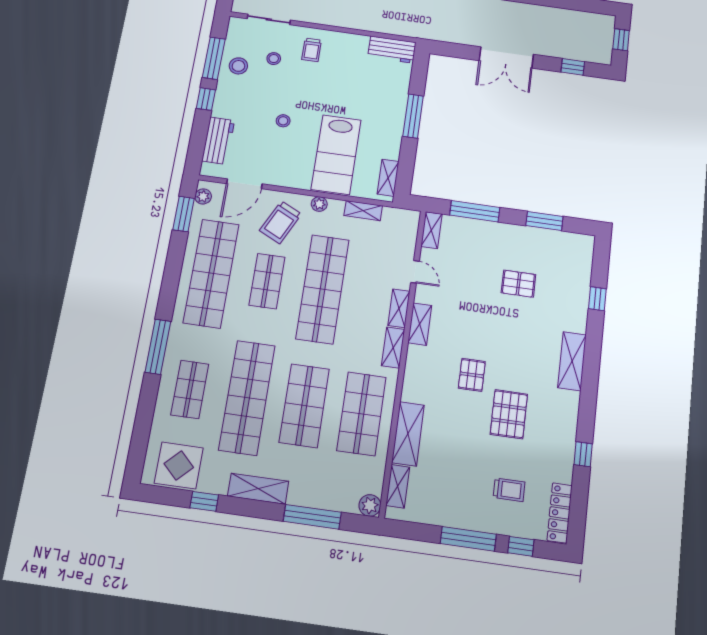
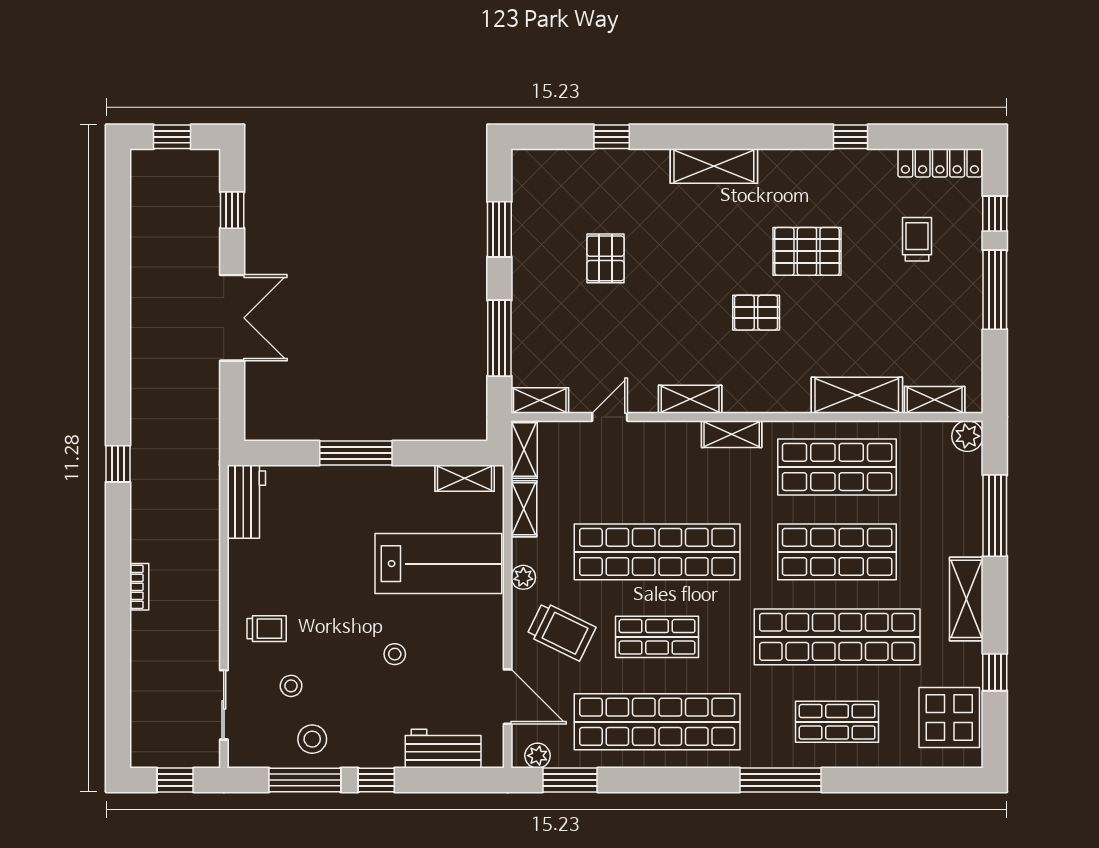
shelving: (399, 308) -> (524, 449), moved, turned 90

